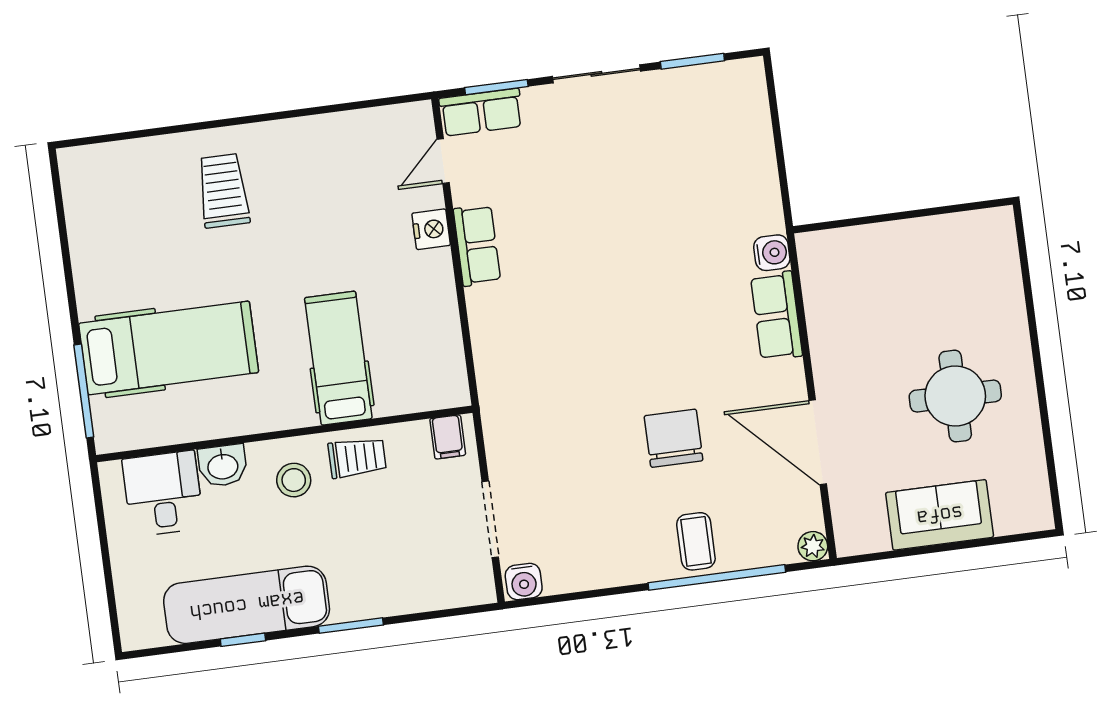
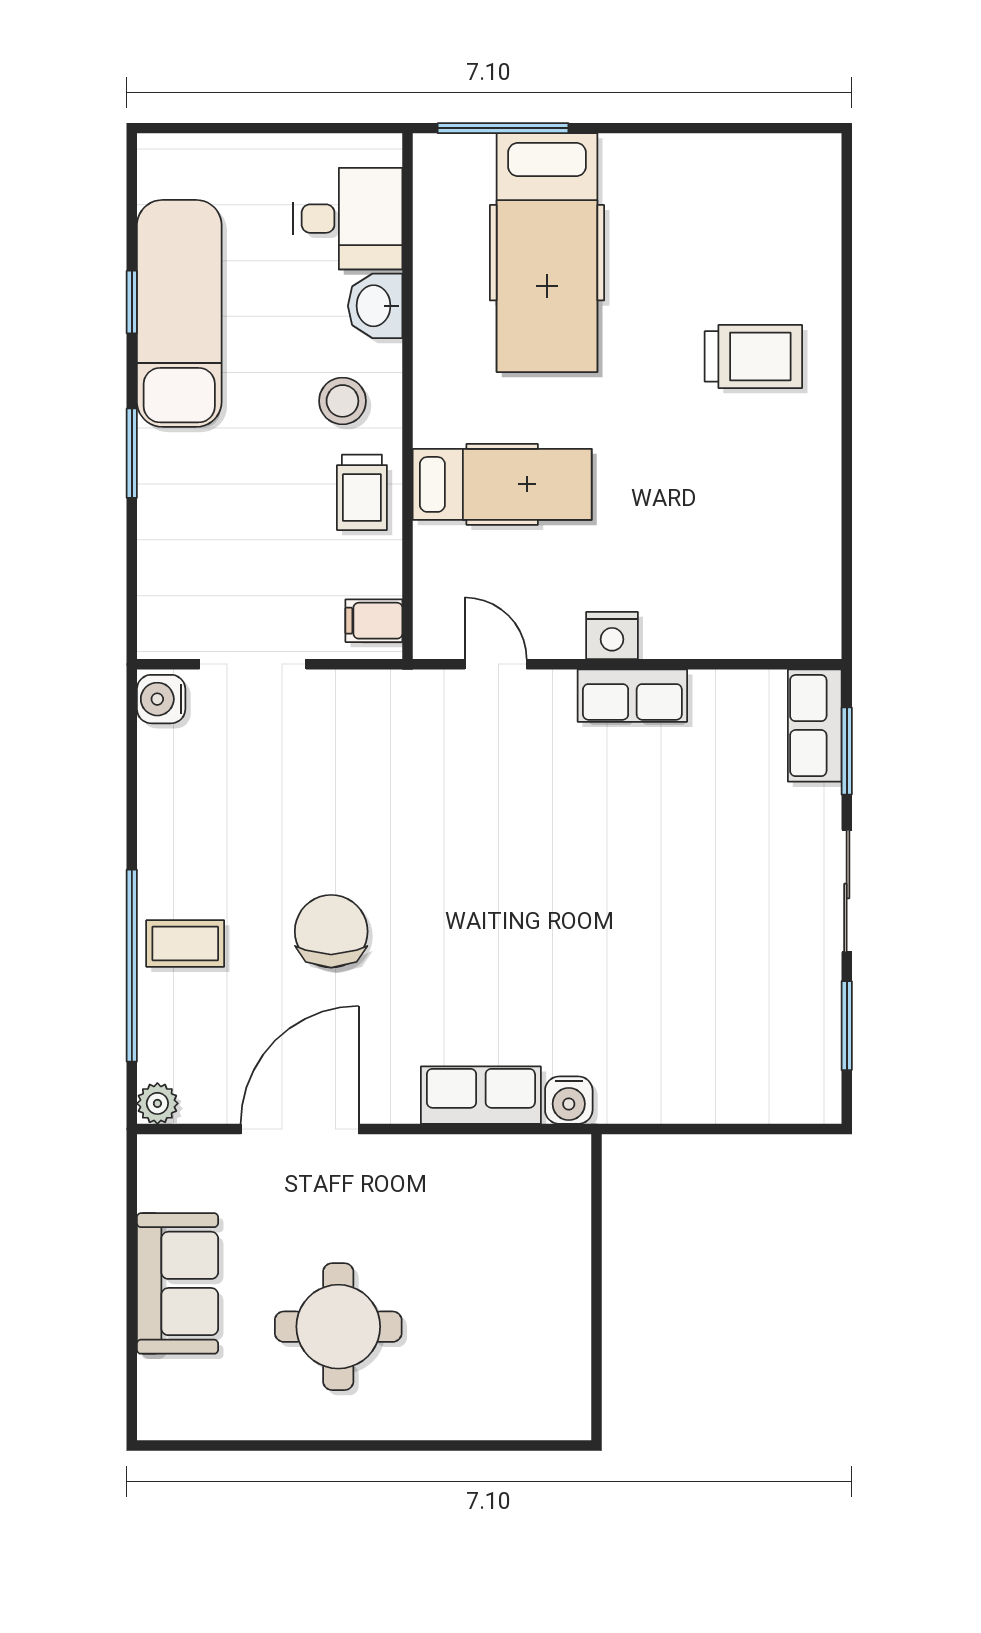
door: (443, 161) -> (496, 664), moved
nightstand: (431, 229) -> (612, 636), moved
chair: (674, 438) -> (331, 931), turned -90

